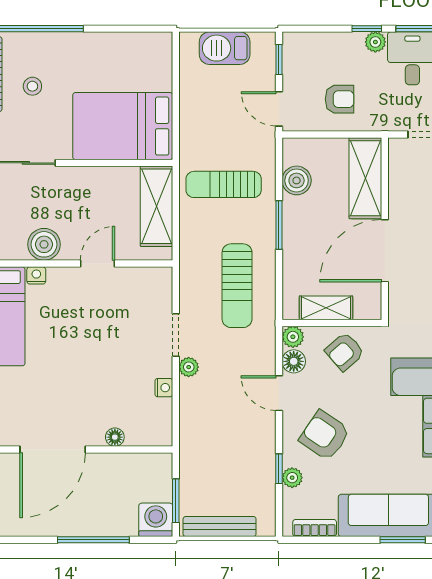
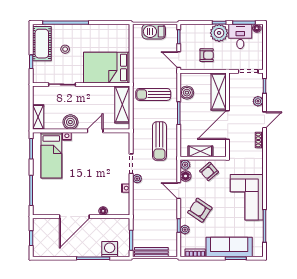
plant: (375, 42) -> (219, 33), width x1.88, depth x1.88
washing machine: (156, 520) -> (110, 249), moved

